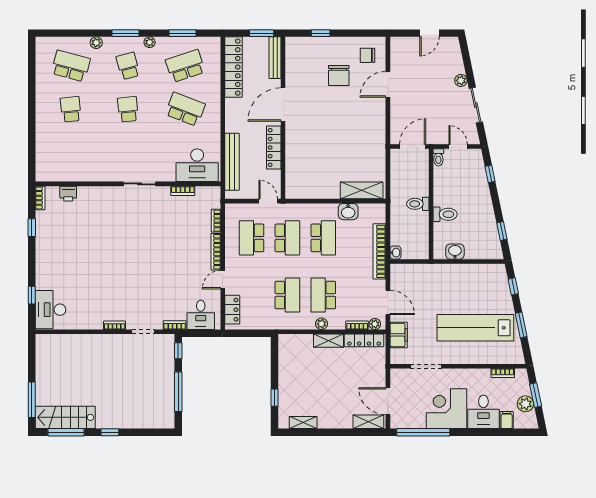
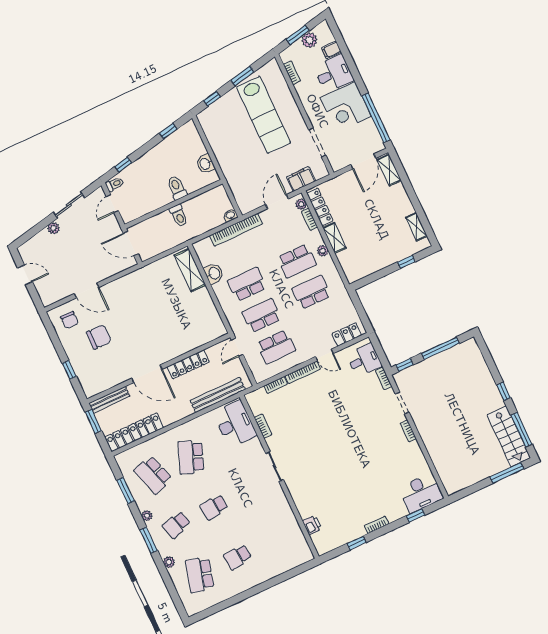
toilet: (438, 157) -> (115, 184), moved
bookcase: (40, 198) -> (376, 525), moved

